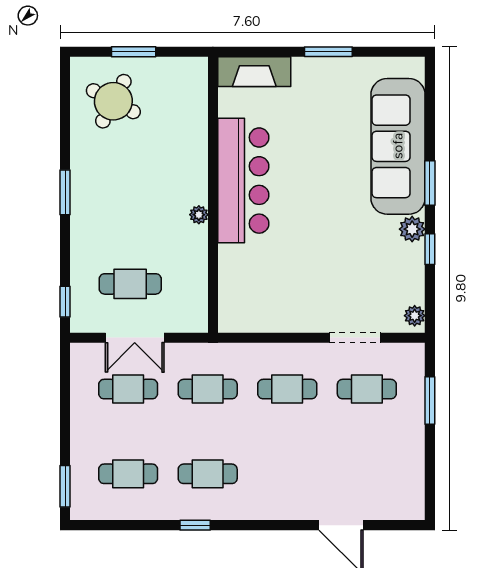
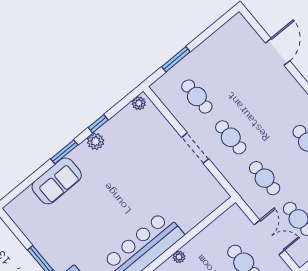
sofa: (398, 146) -> (57, 181), width x0.54, depth x0.79
doorway: (355, 338) -> (195, 148), moved

